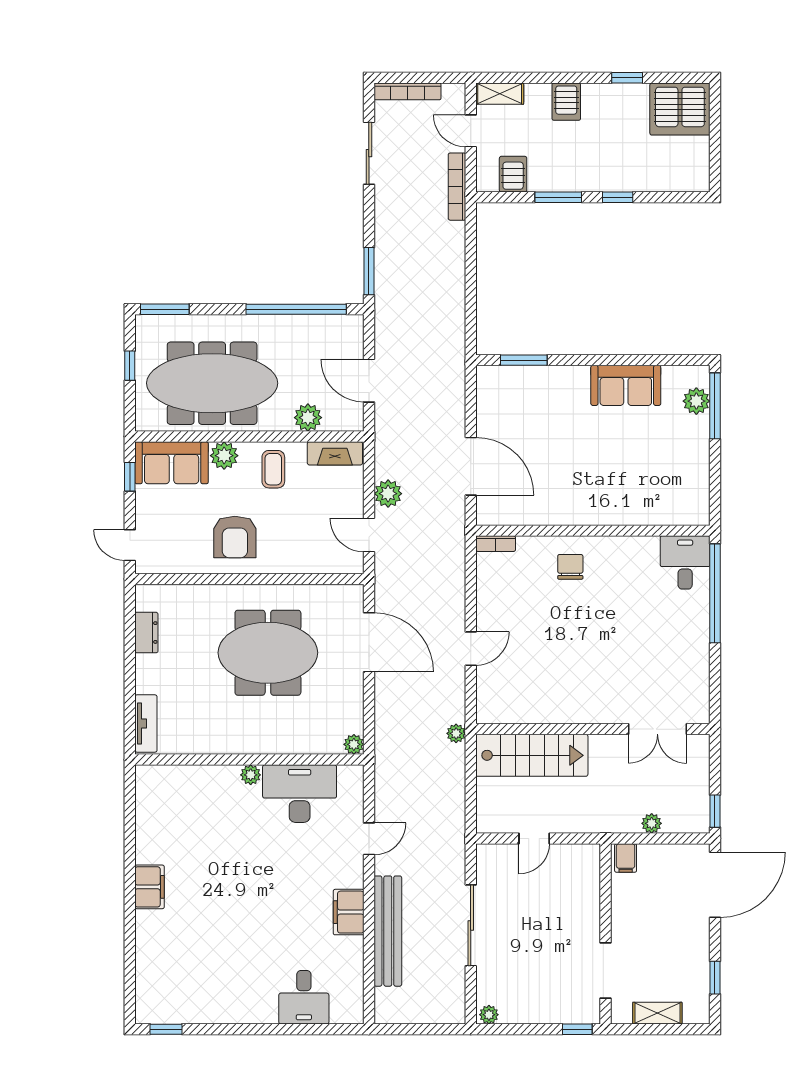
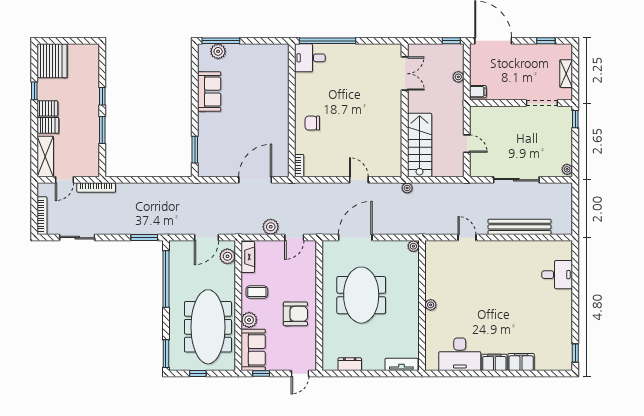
shelving: (500, 94) -> (45, 156), width x1.50, depth x1.33
server rack: (513, 174) -> (47, 108), moved, turned 180
plant: (308, 418) -> (227, 256), moved
desk: (300, 794) -> (460, 354), moved, turned -90
filing cabinet: (349, 912) -> (521, 362), moved, turned 180

